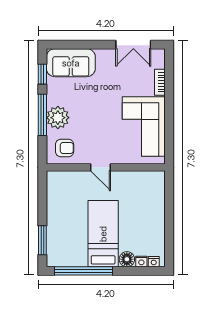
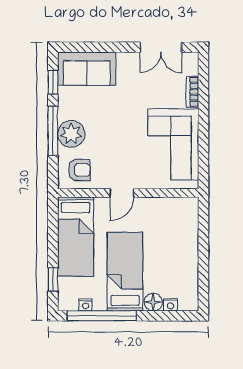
door: (100, 167) -> (122, 193), hinge flipped
bed: (61, 204) -> (76, 236), added
window: (42, 240) -> (53, 279), width x0.67
nightstand: (154, 262) -> (86, 305), moved

